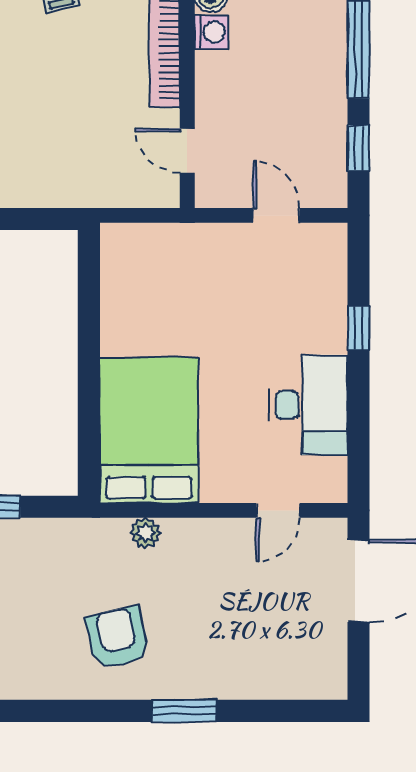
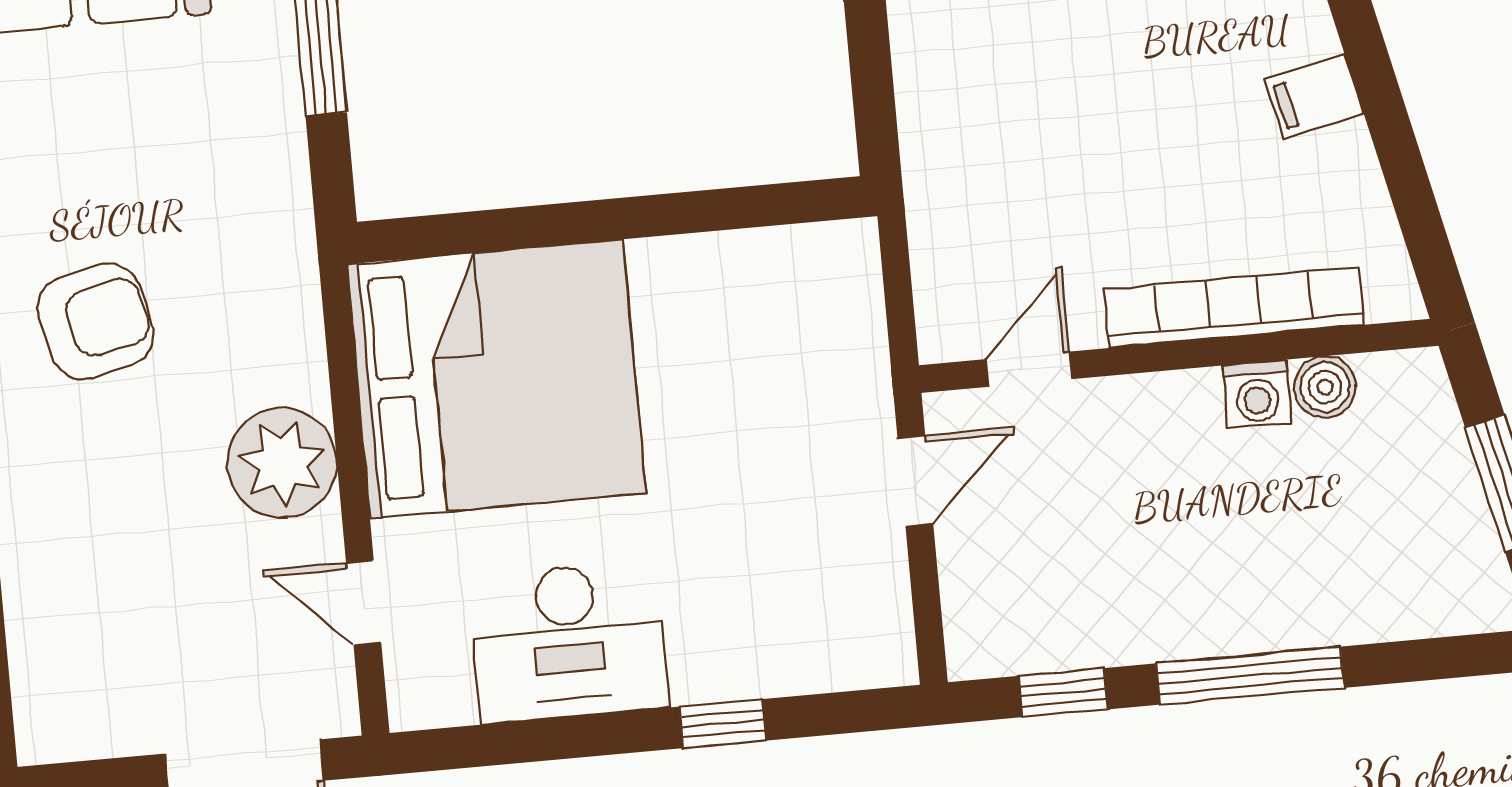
door: (276, 215) -> (915, 481), moved
bed: (149, 430) -> (496, 379), width x1.36
plant: (145, 533) -> (282, 463), moved, width x1.87, depth x1.87

